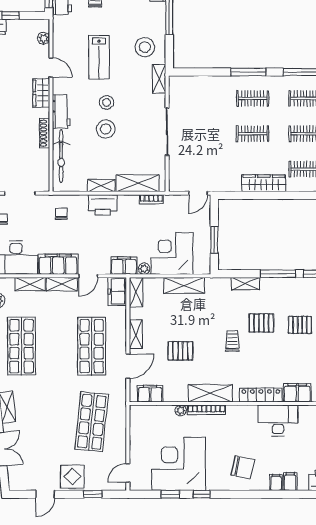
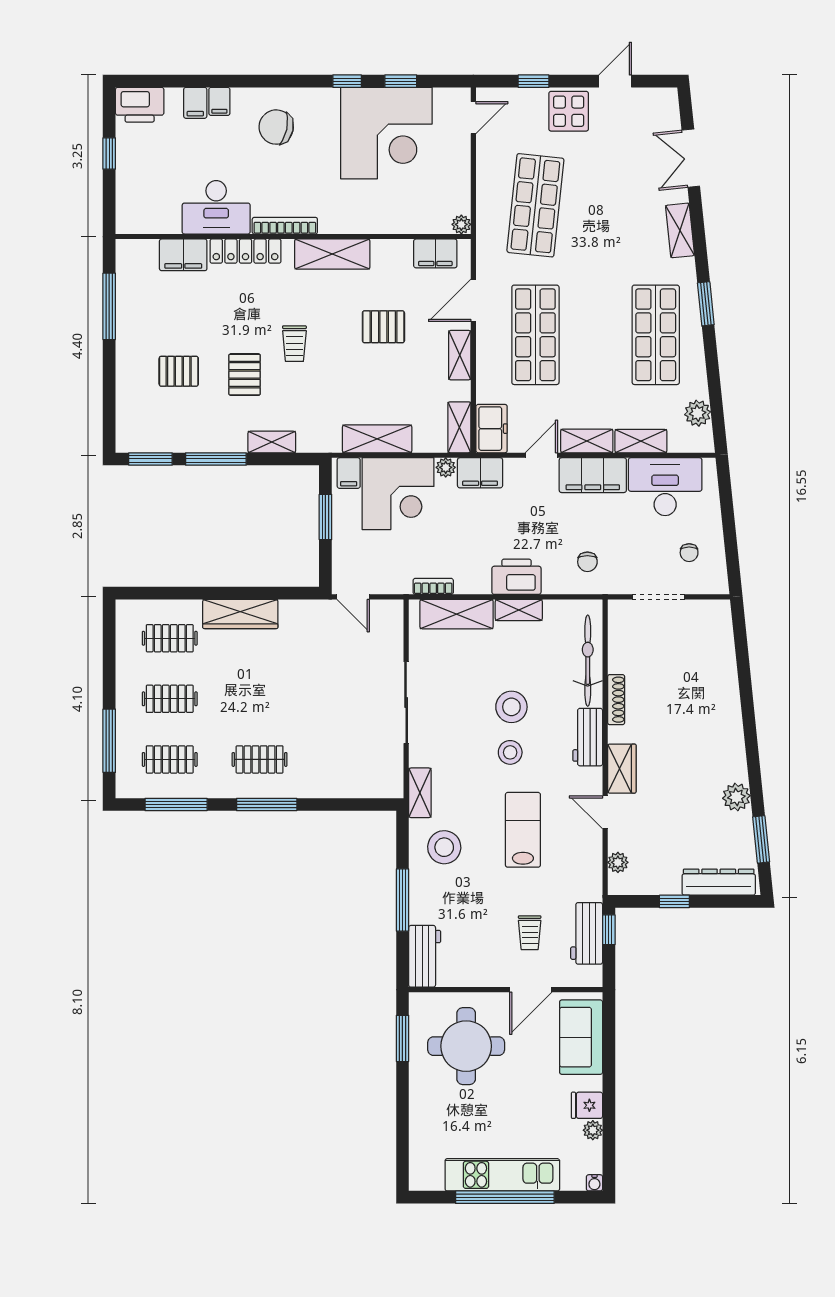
clothes rail: (253, 134) -> (260, 699), removed
door: (198, 193) -> (353, 597), swing flipped
filing cabinet: (201, 266) -> (349, 473), added
pallet: (261, 323) -> (245, 375), turned 90
bookcase: (206, 410) -> (285, 226), moved
plant: (181, 411) -> (461, 224), moved

